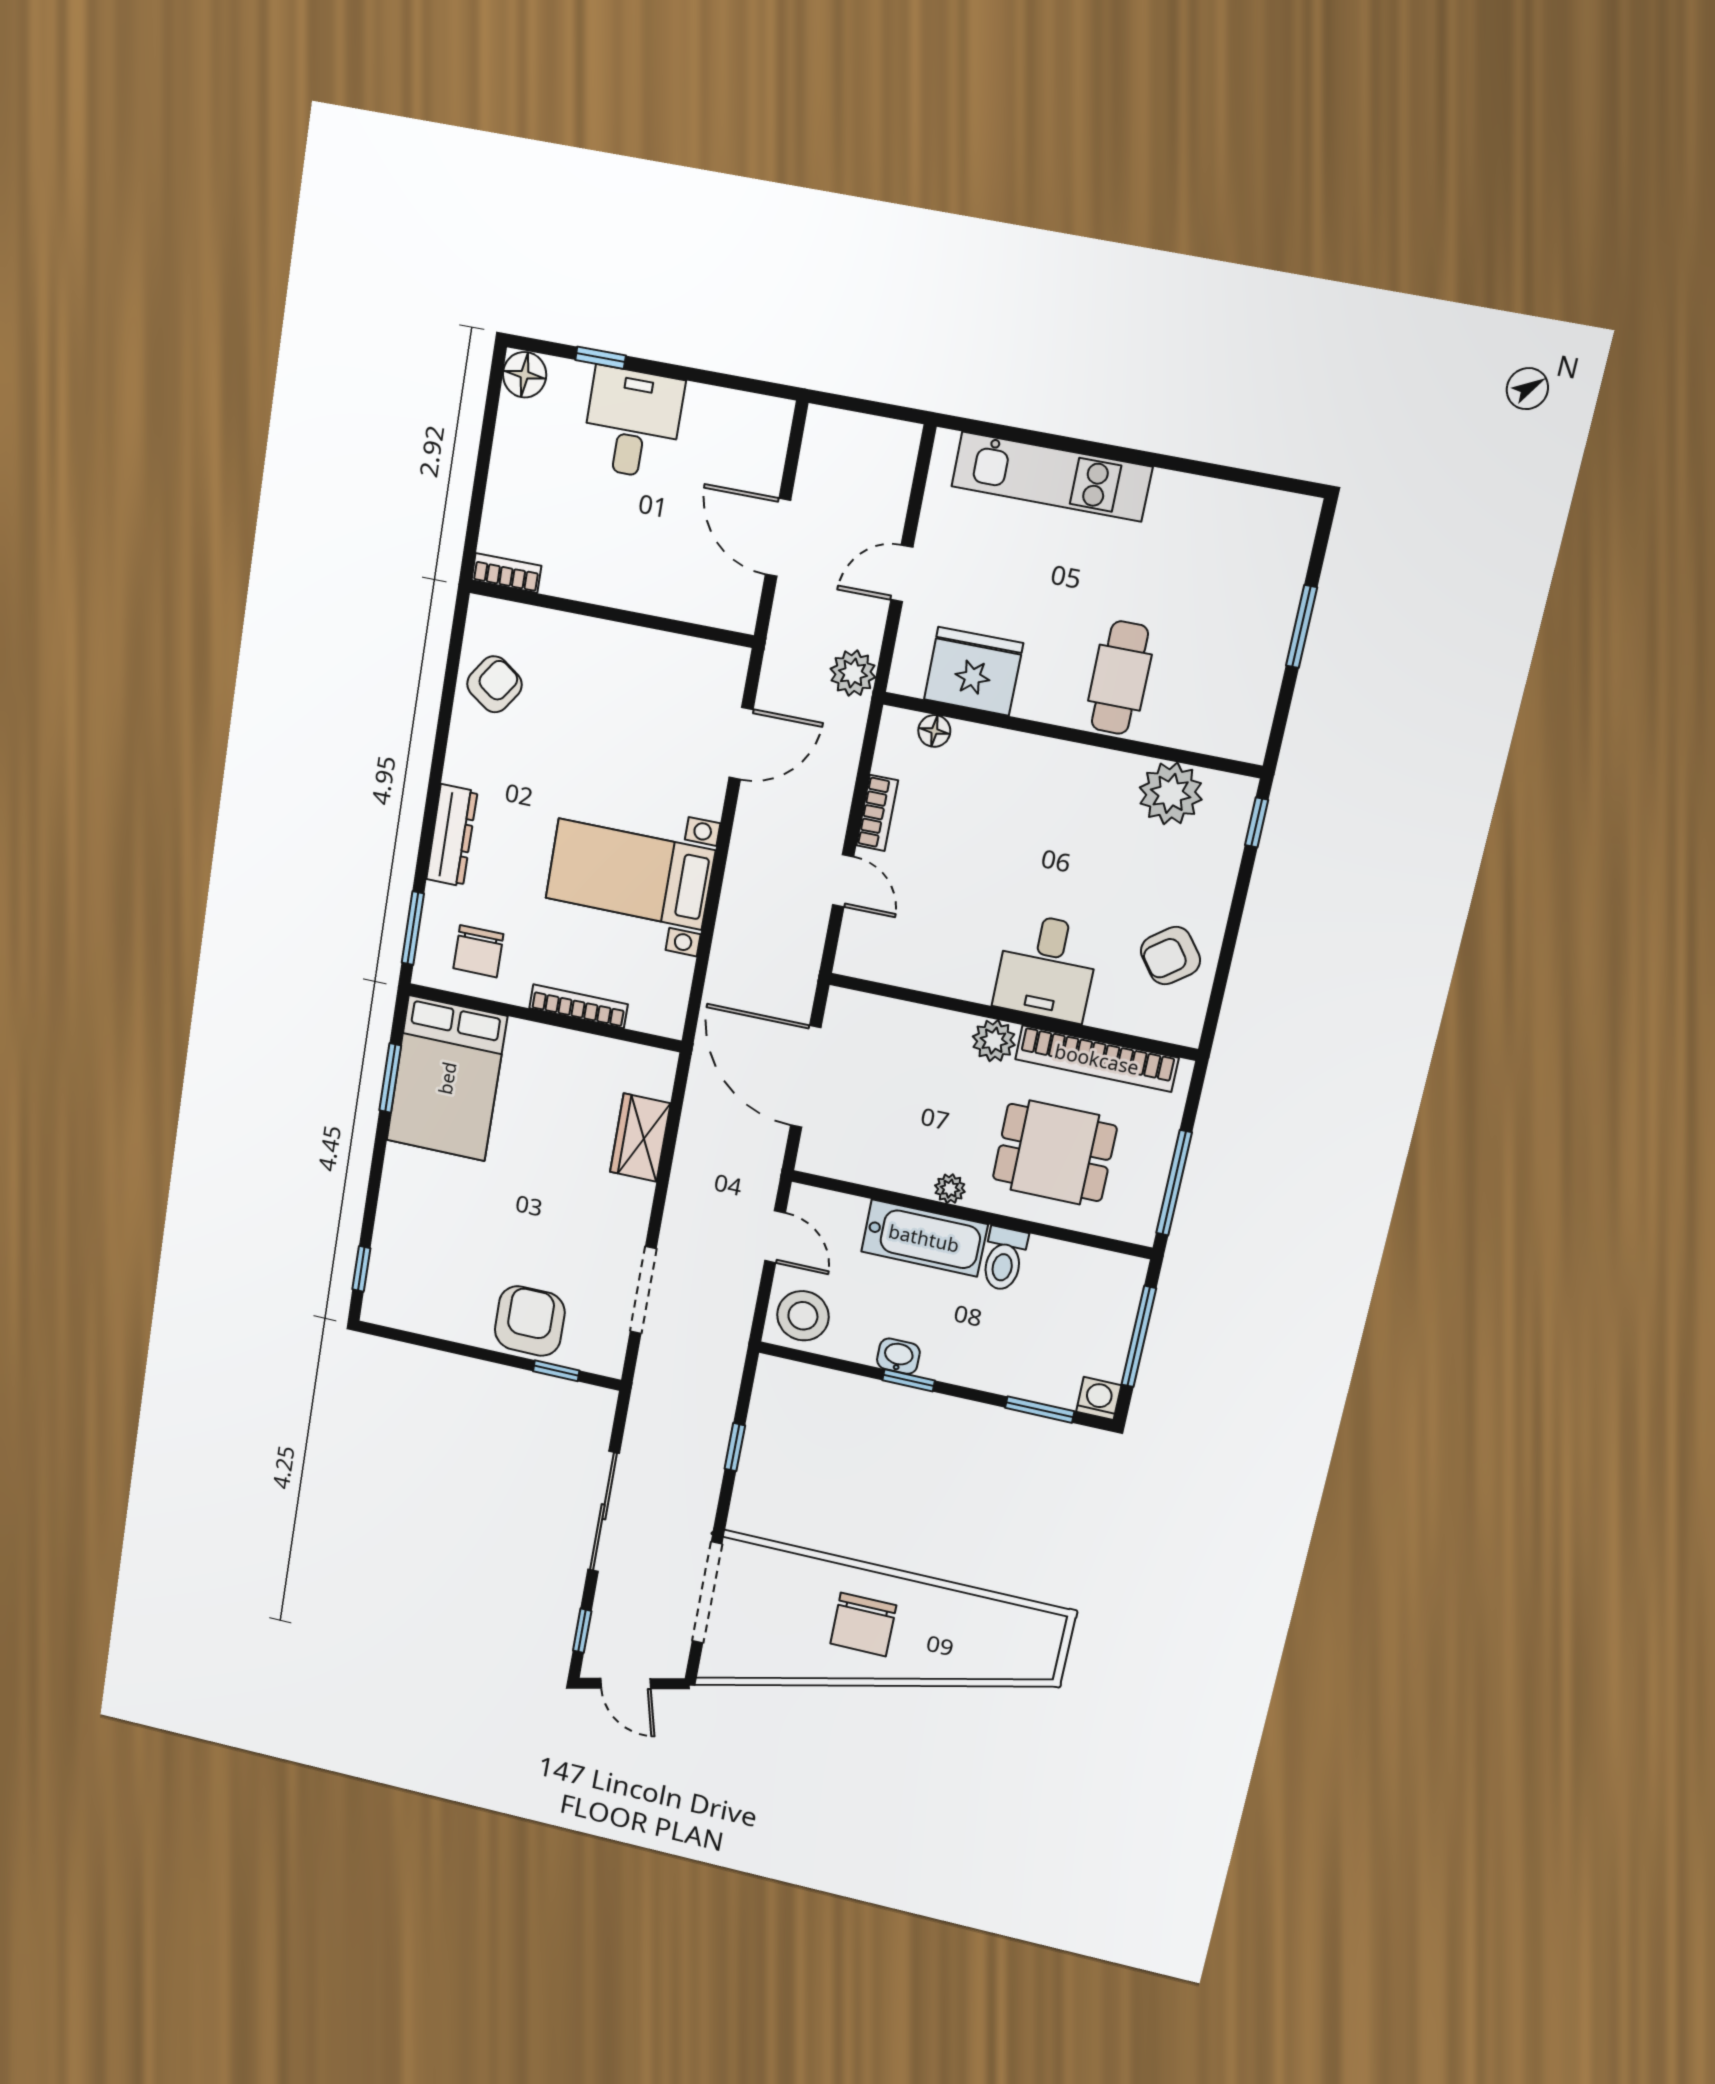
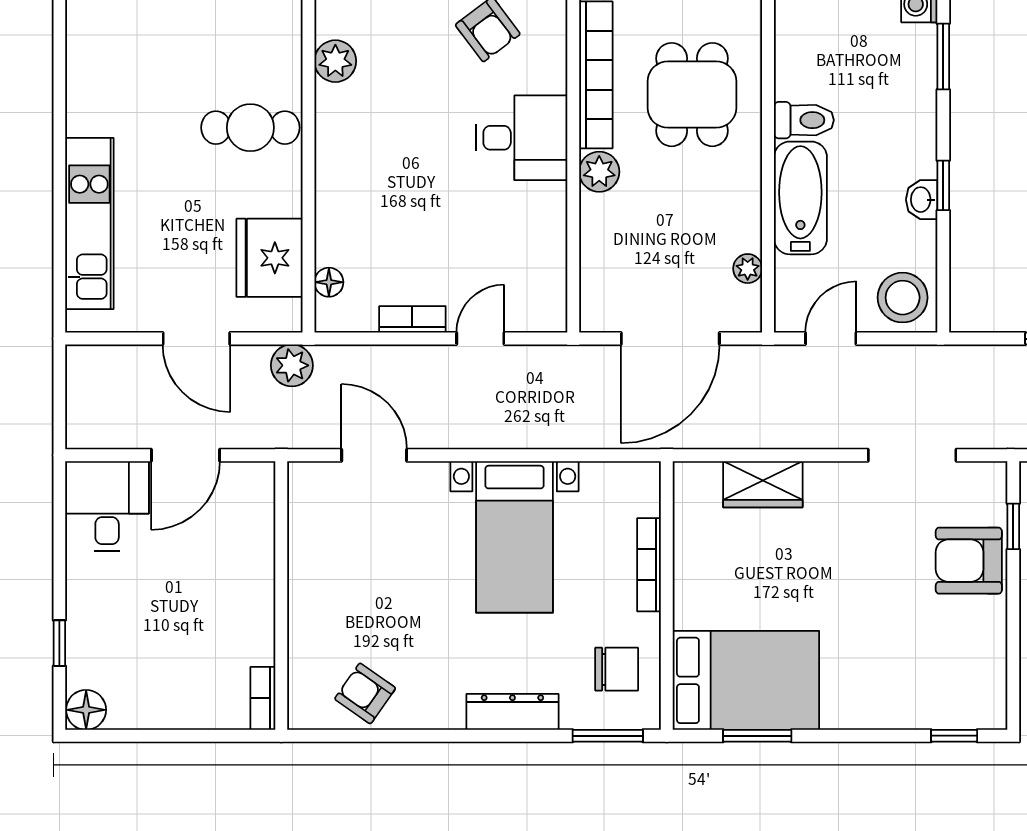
desk: (633, 423) -> (107, 506), moved, turned 90
door: (902, 574) -> (196, 339), width x1.38
plant: (1171, 793) -> (335, 61), width x0.73, depth x0.73
plant: (950, 1189) -> (748, 269), moved

